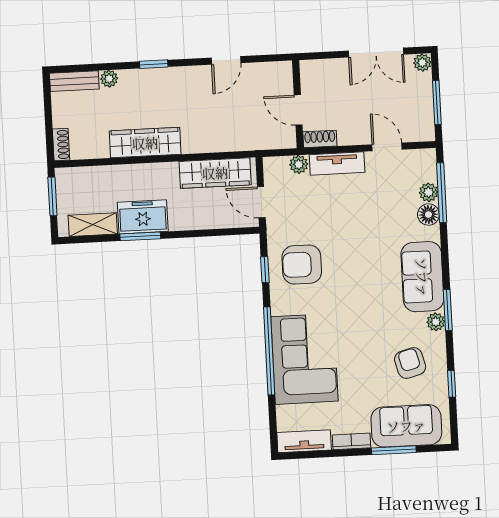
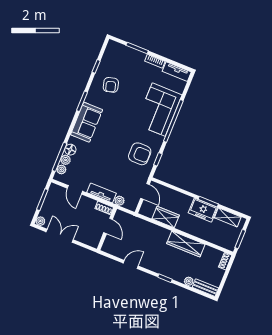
wardrobe: (215, 173) -> (166, 217), width x0.67
plant: (436, 322) -> (61, 169), moved
sofa: (406, 426) -> (126, 57), removed

